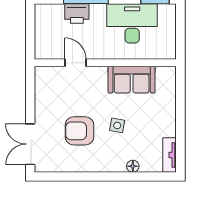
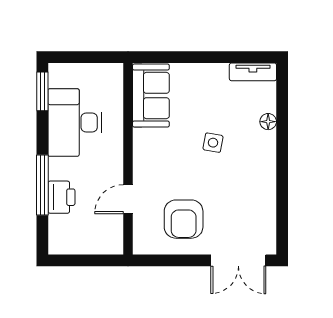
sofa: (132, 80) -> (151, 96), moved
armchair: (79, 131) -> (184, 219), moved

